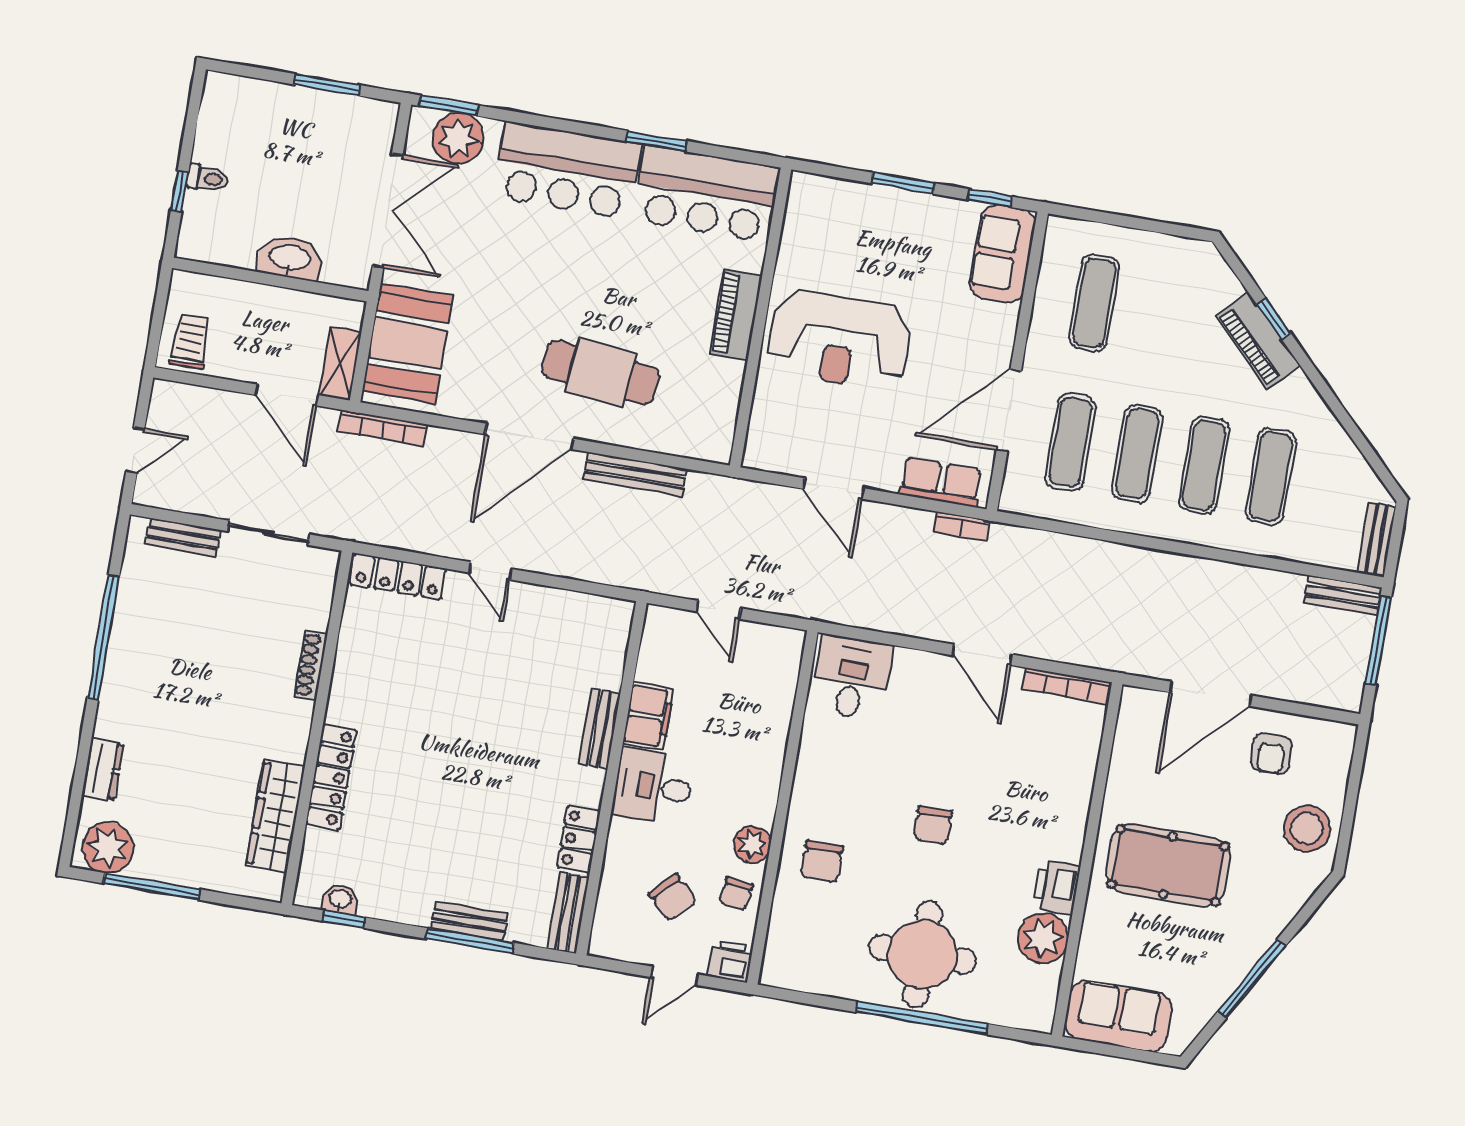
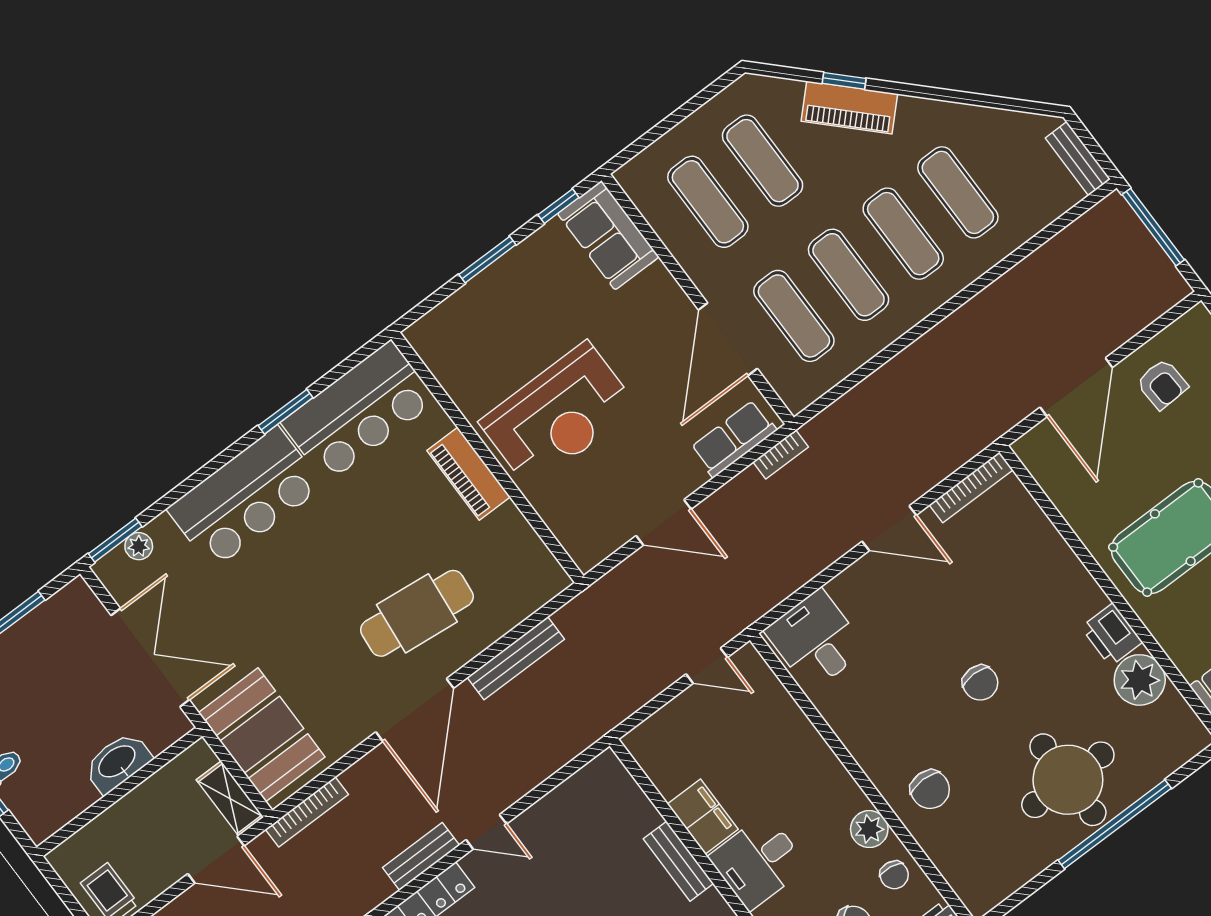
plant: (458, 138) -> (139, 546), width x0.53, depth x0.53
exercise mat: (1161, 314) -> (763, 161), added
bench: (1343, 595) -> (421, 856), moved
door: (718, 610) -> (707, 666), moved

